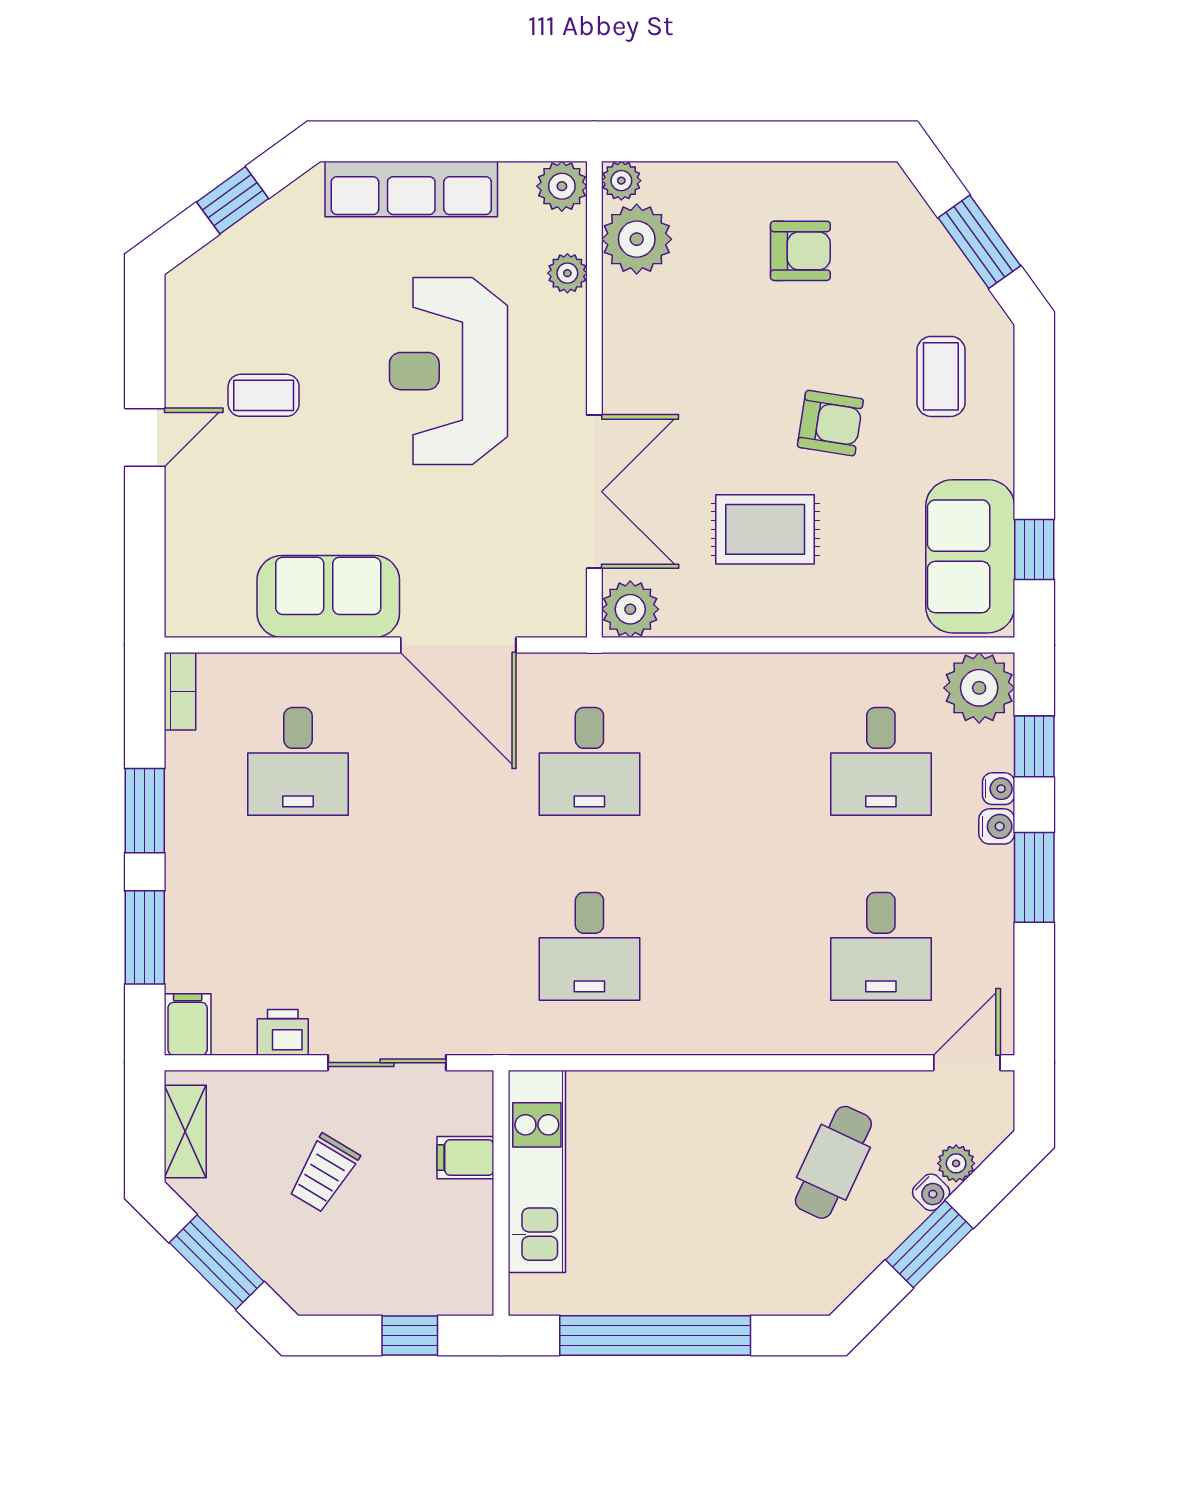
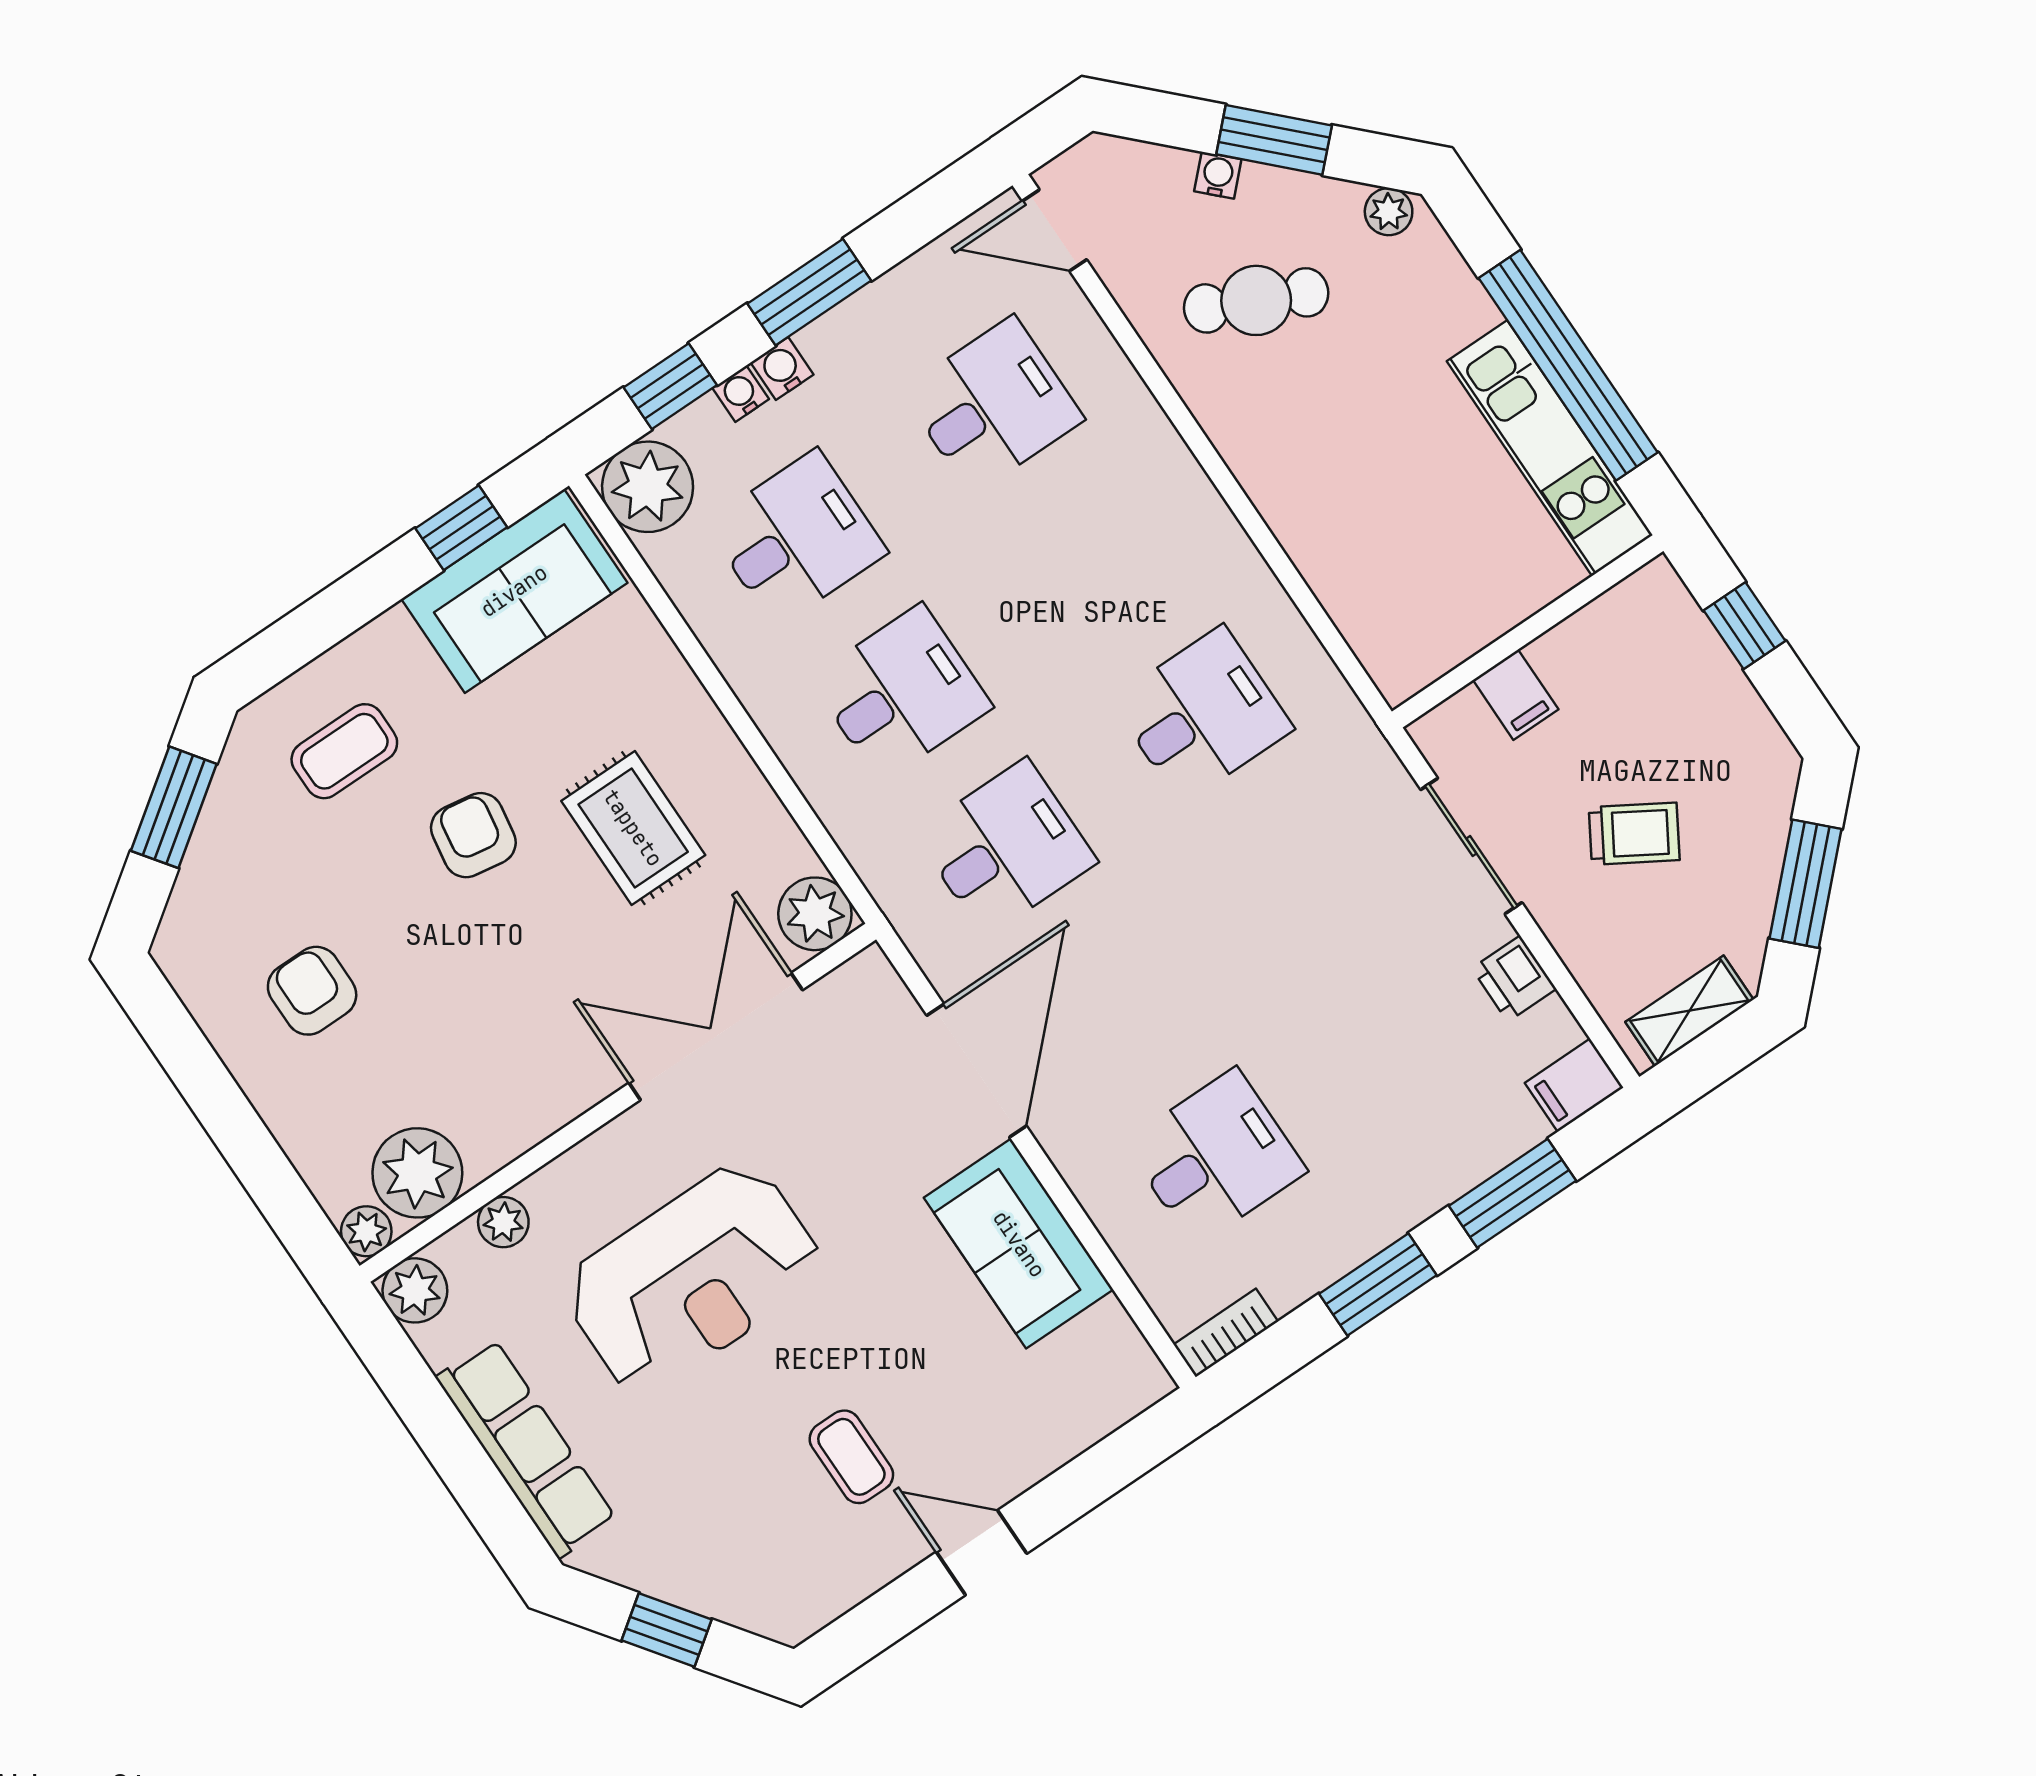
desk: (735, 761) -> (901, 693), added
plant: (956, 1163) -> (1389, 212), moved
kitchen unit: (537, 1171) -> (1550, 448), moved, turned -90

